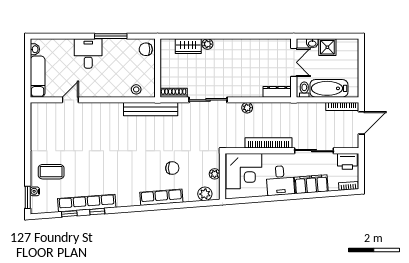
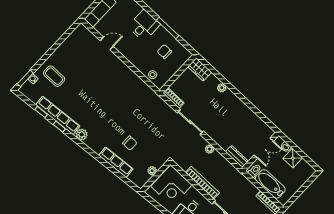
wardrobe: (188, 46) -> (200, 69), moved
chair: (146, 49) -> (164, 52), moved
bench: (151, 109) -> (150, 95), removed
plant: (205, 194) -> (82, 134), moved
row of seats: (161, 197) -> (116, 162), moved

